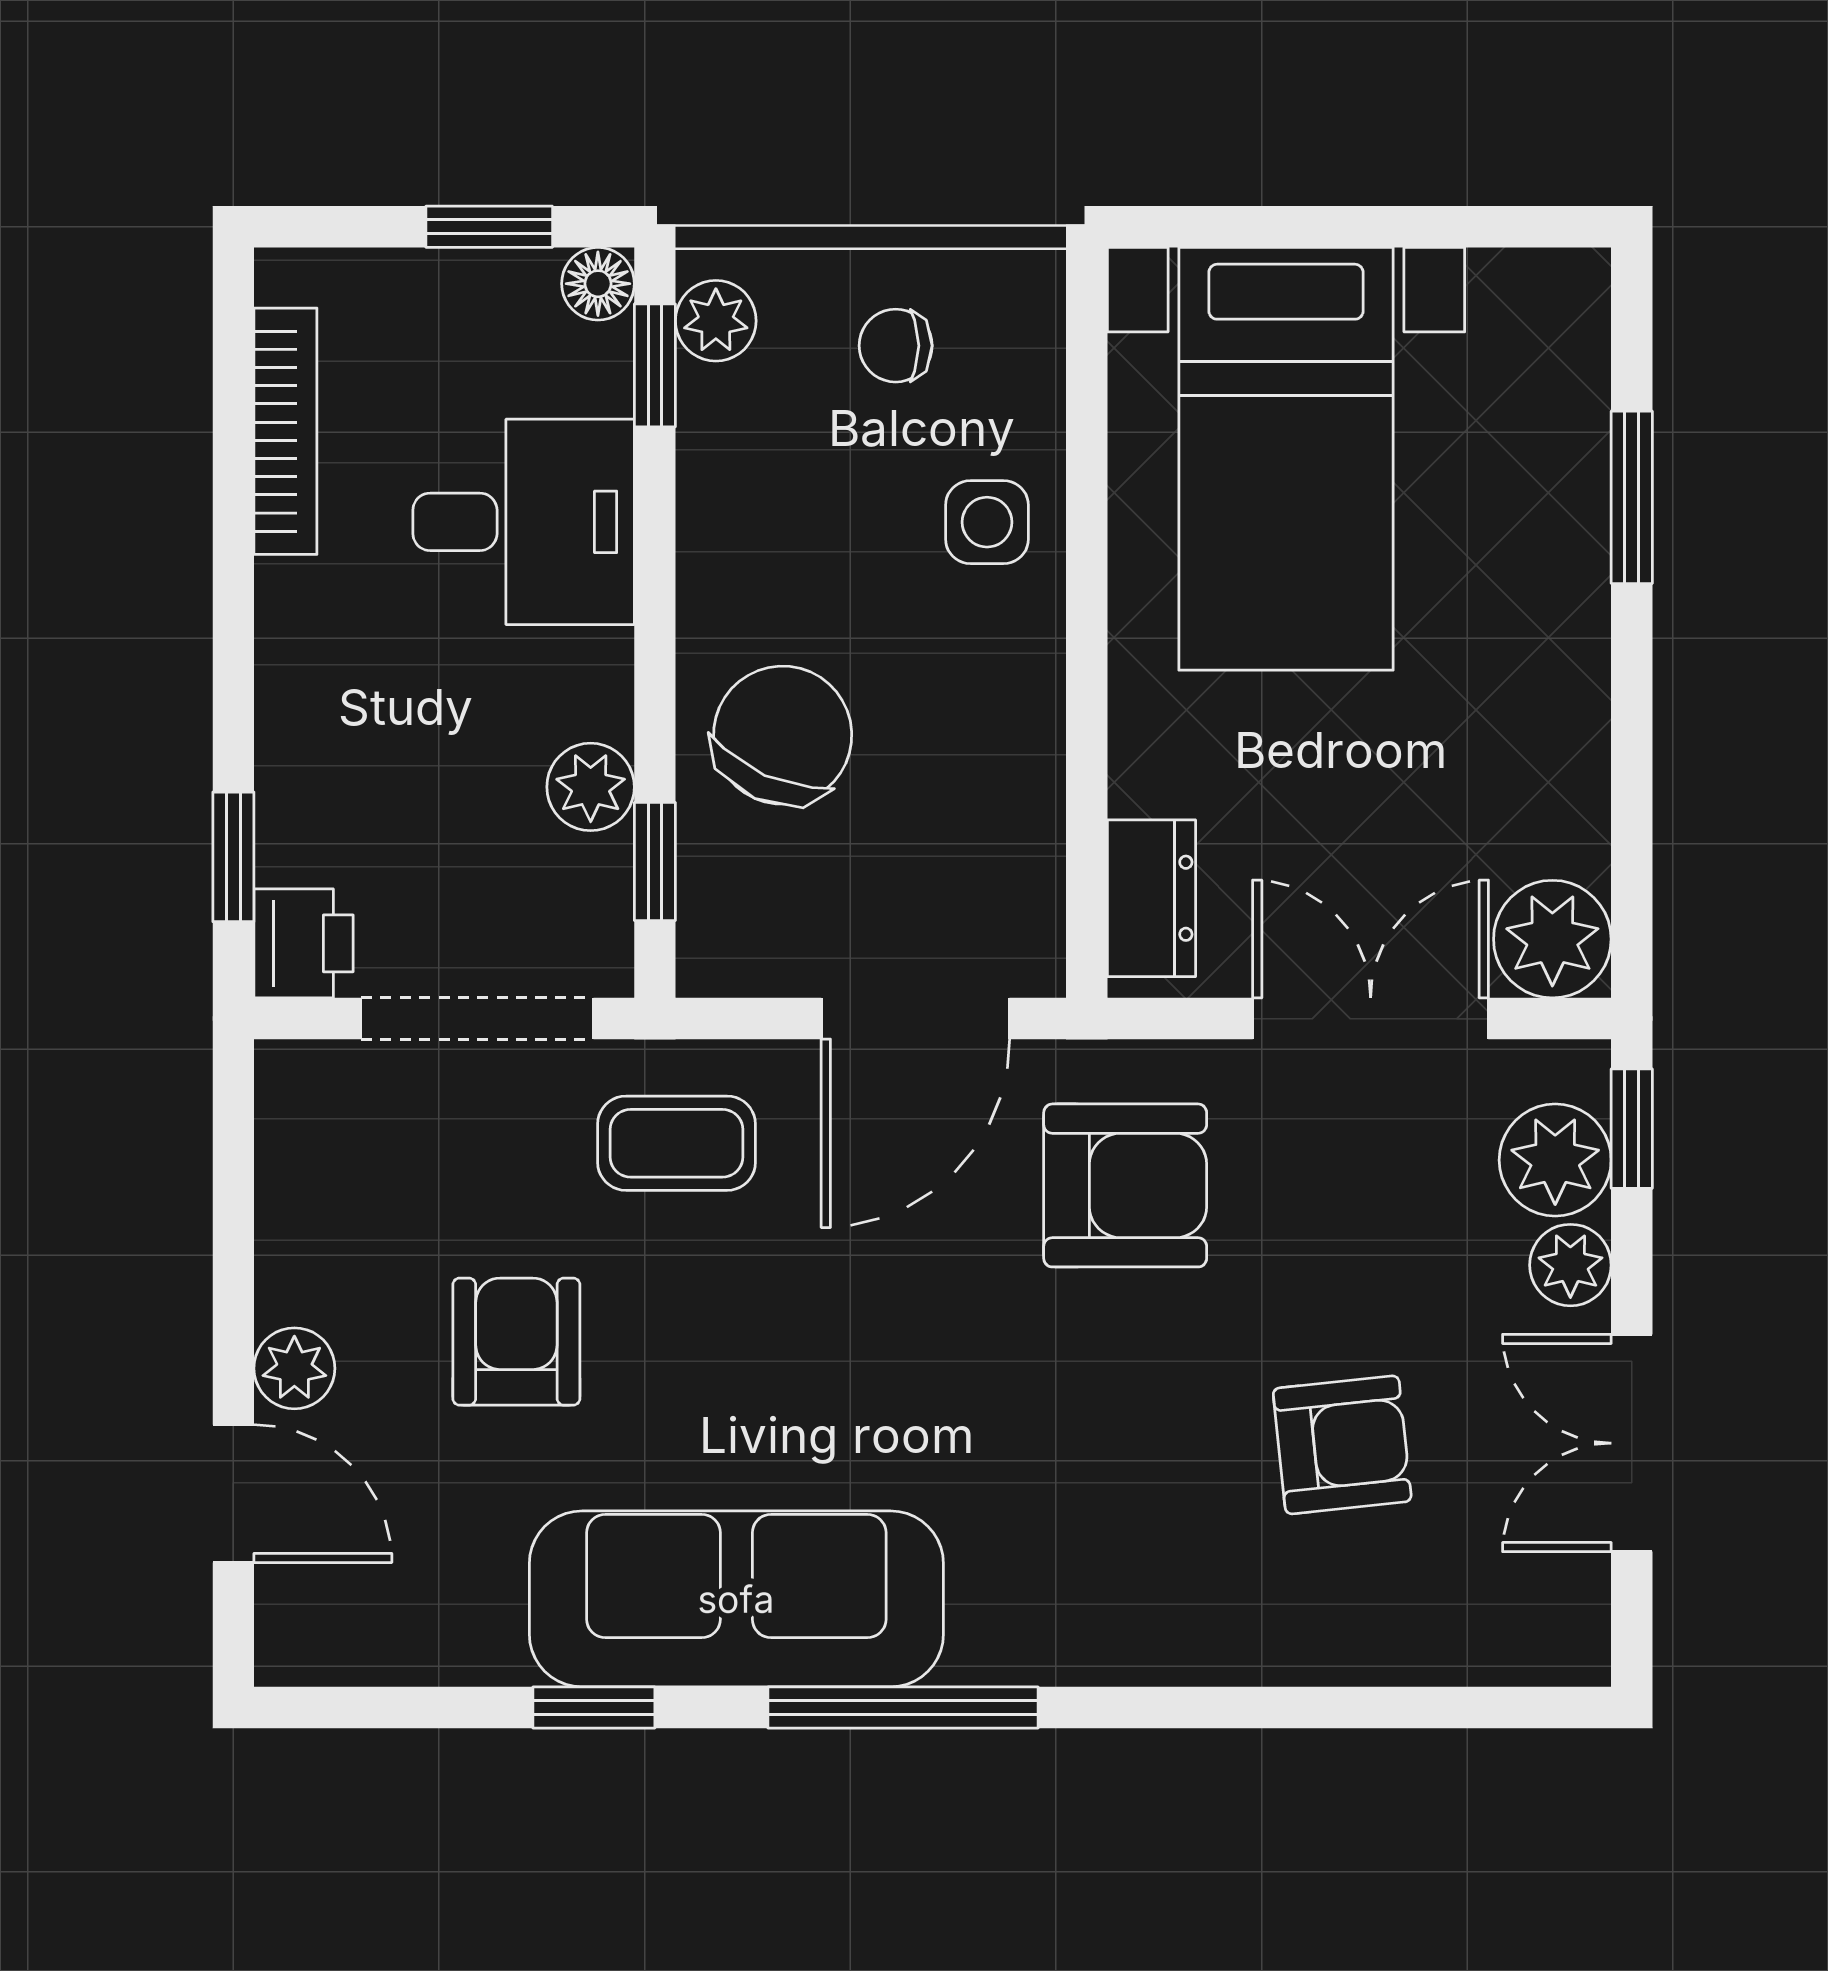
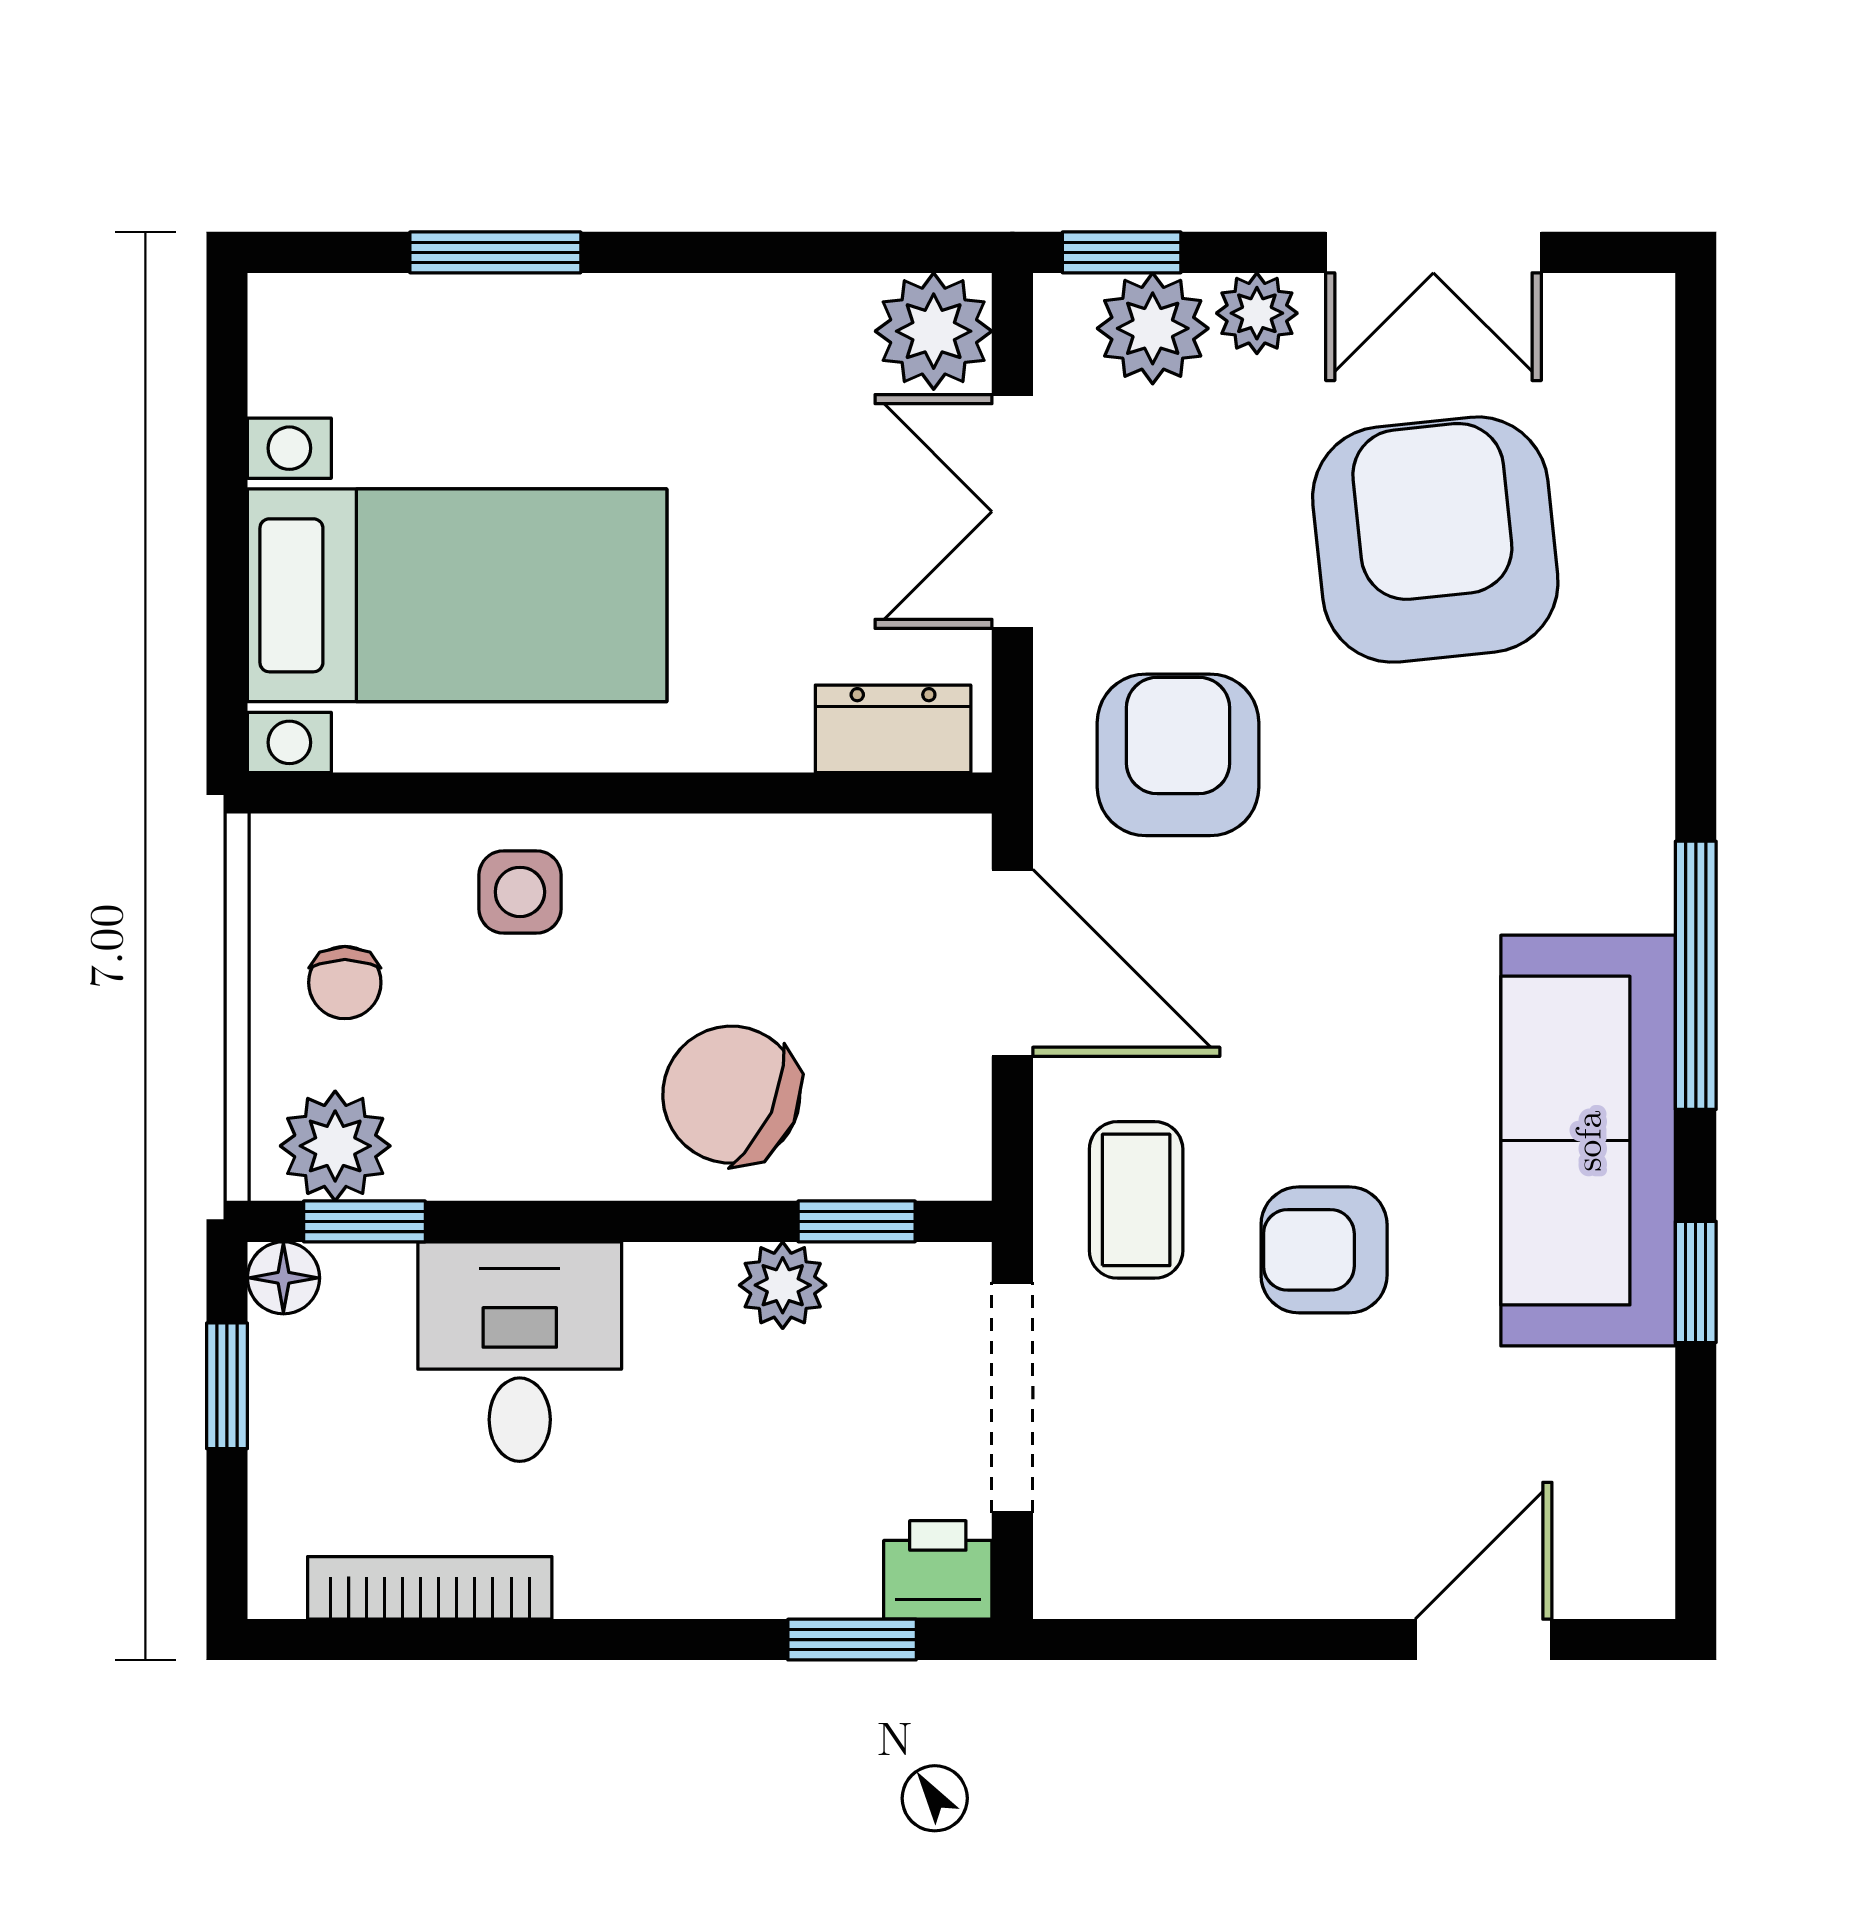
plant: (716, 321) -> (335, 1146), width x1.38, depth x1.38
armchair: (516, 1342) -> (1324, 1250), moved
plant: (294, 1368) -> (1359, 1579), removed
armchair: (1342, 1445) -> (1435, 540), width x1.88, depth x1.88

